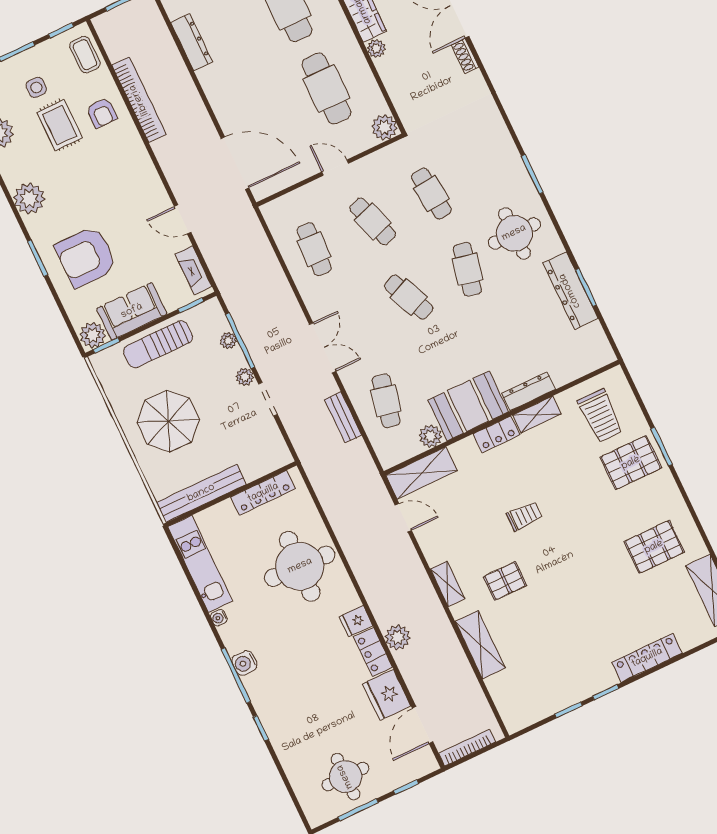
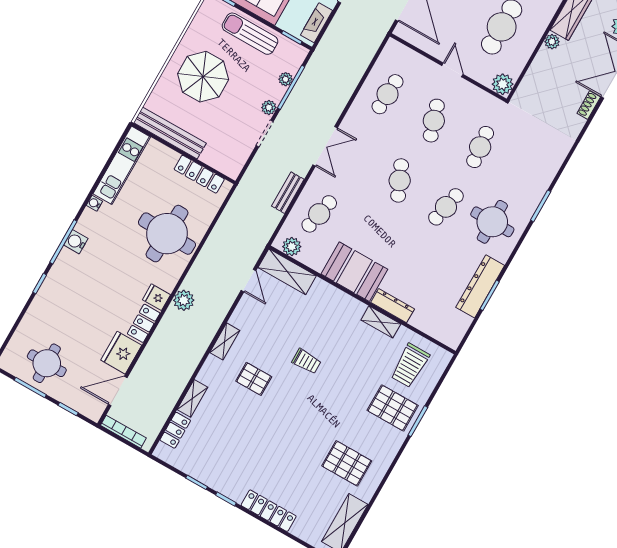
locker: (496, 434) -> (175, 430), moved, turned -90
plant: (430, 436) -> (292, 247), moved
plant: (398, 637) -> (184, 300), moved
shelving: (480, 645) -> (192, 398), width x0.67, depth x0.75

